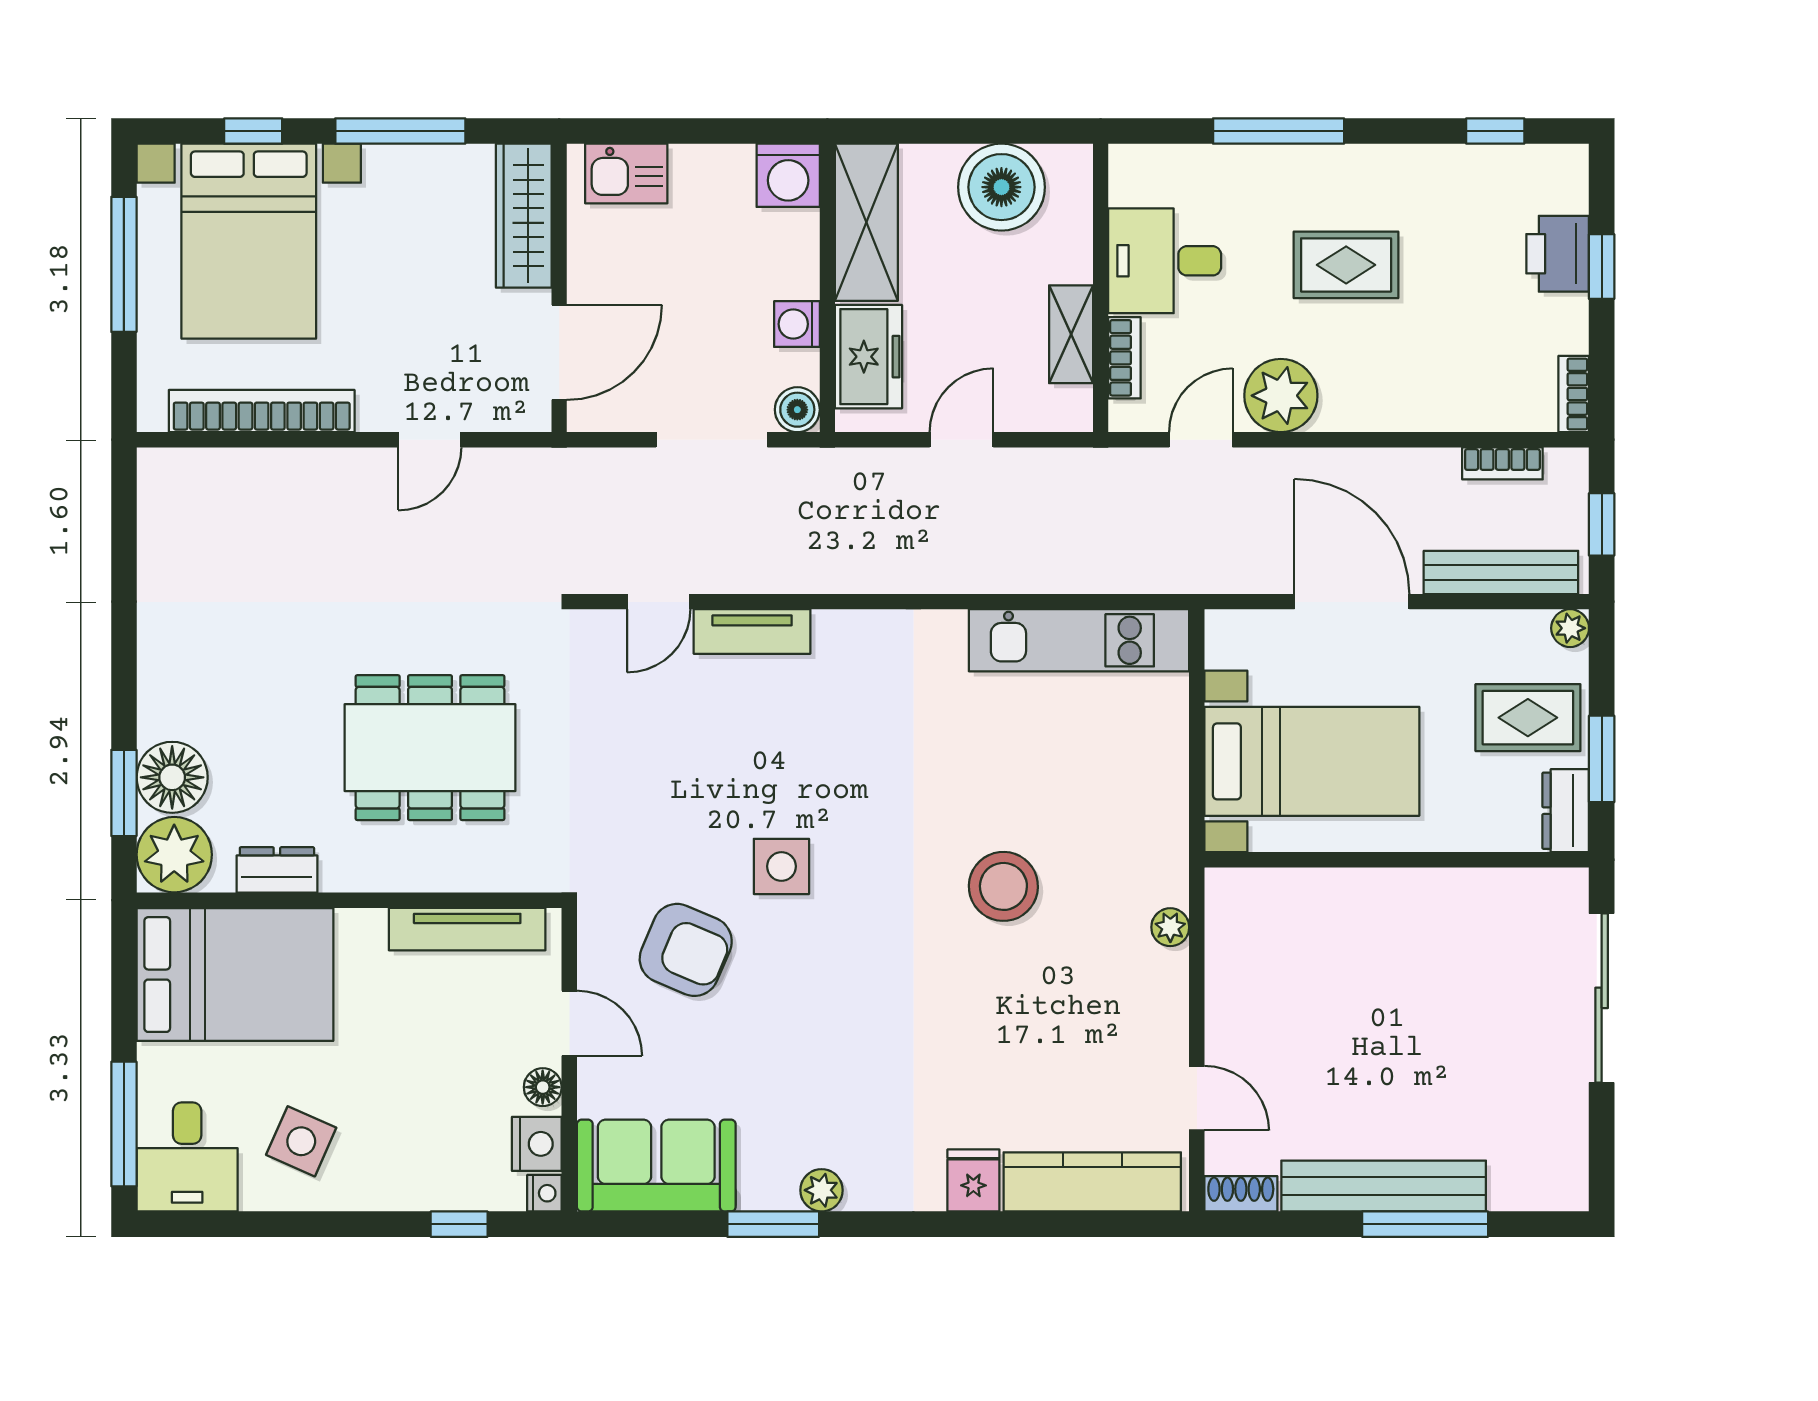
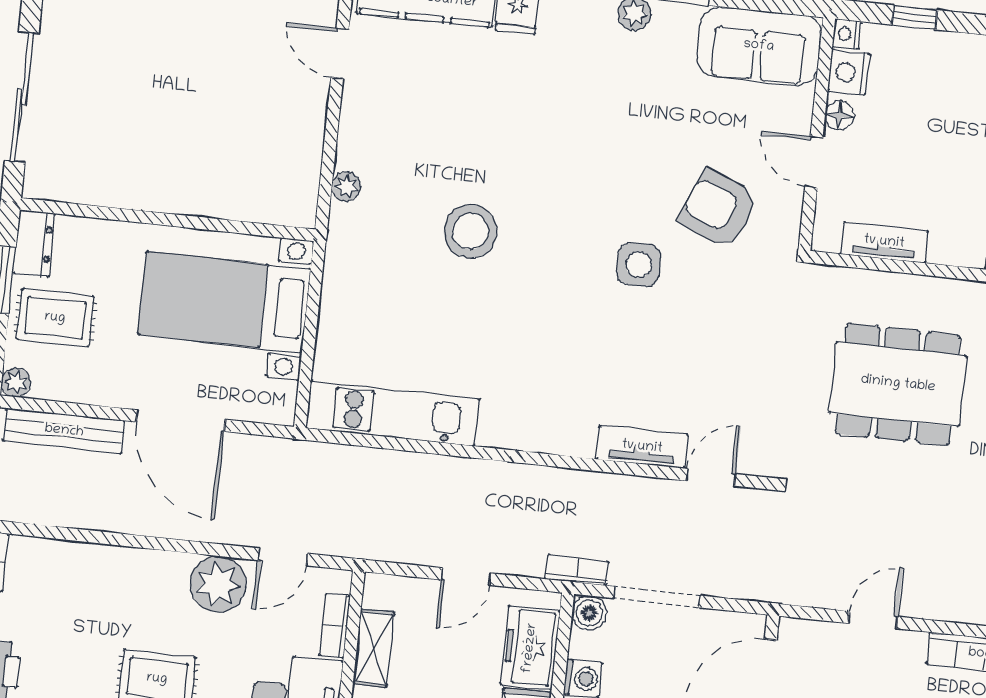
bookcase: (1502, 463) -> (577, 570), moved
tv unit: (467, 929) -> (884, 242), width x0.71

